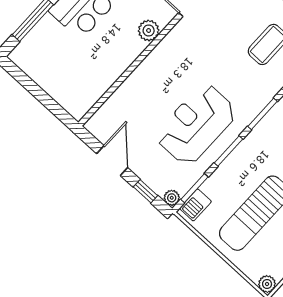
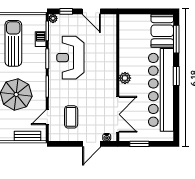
booth: (41, 48) -> (162, 31), added
reception desk: (196, 124) -> (70, 58), turned 180
barbecue: (195, 205) -> (41, 39), moved

